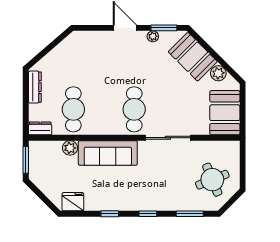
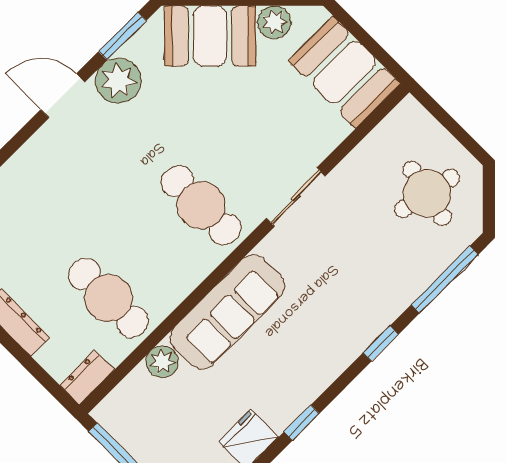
plant: (153, 36) -> (118, 81), width x1.88, depth x1.88
sliding door: (168, 138) -> (296, 197), width x0.73
round table: (212, 180) -> (427, 193), turned 34
window: (110, 214) -> (302, 423), moved
window: (190, 214) -> (445, 280), width x1.44

